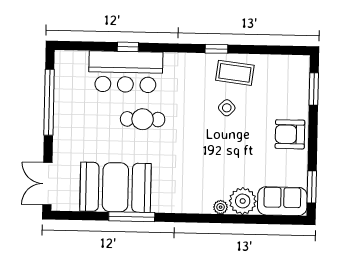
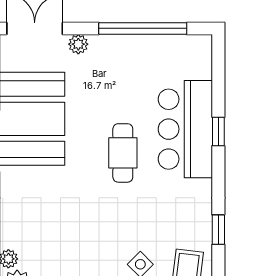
window: (216, 49) -> (218, 230), moved
plant: (60, 151) -> (78, 44), added

